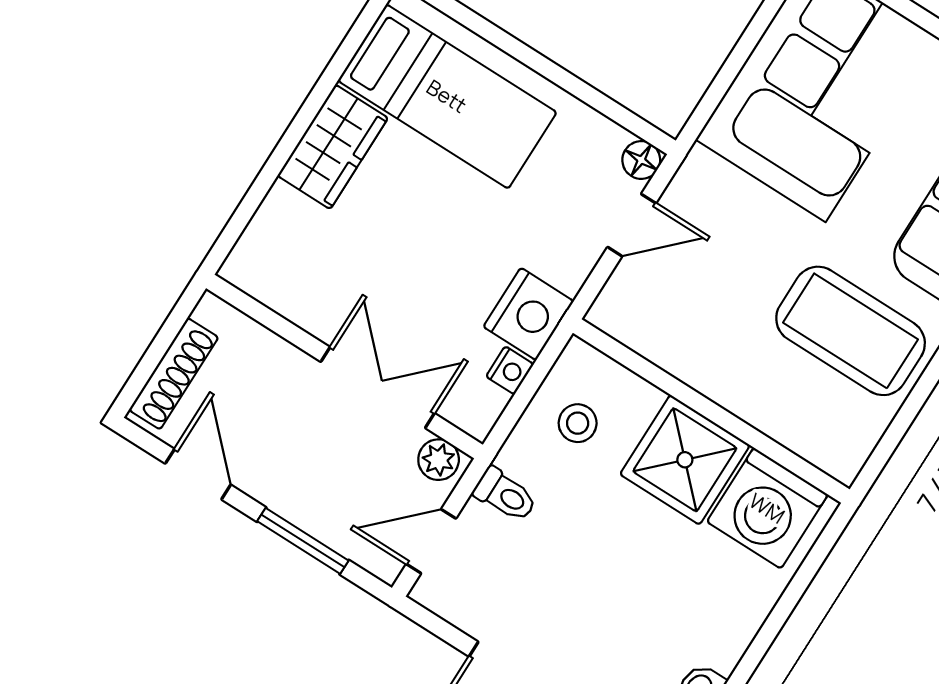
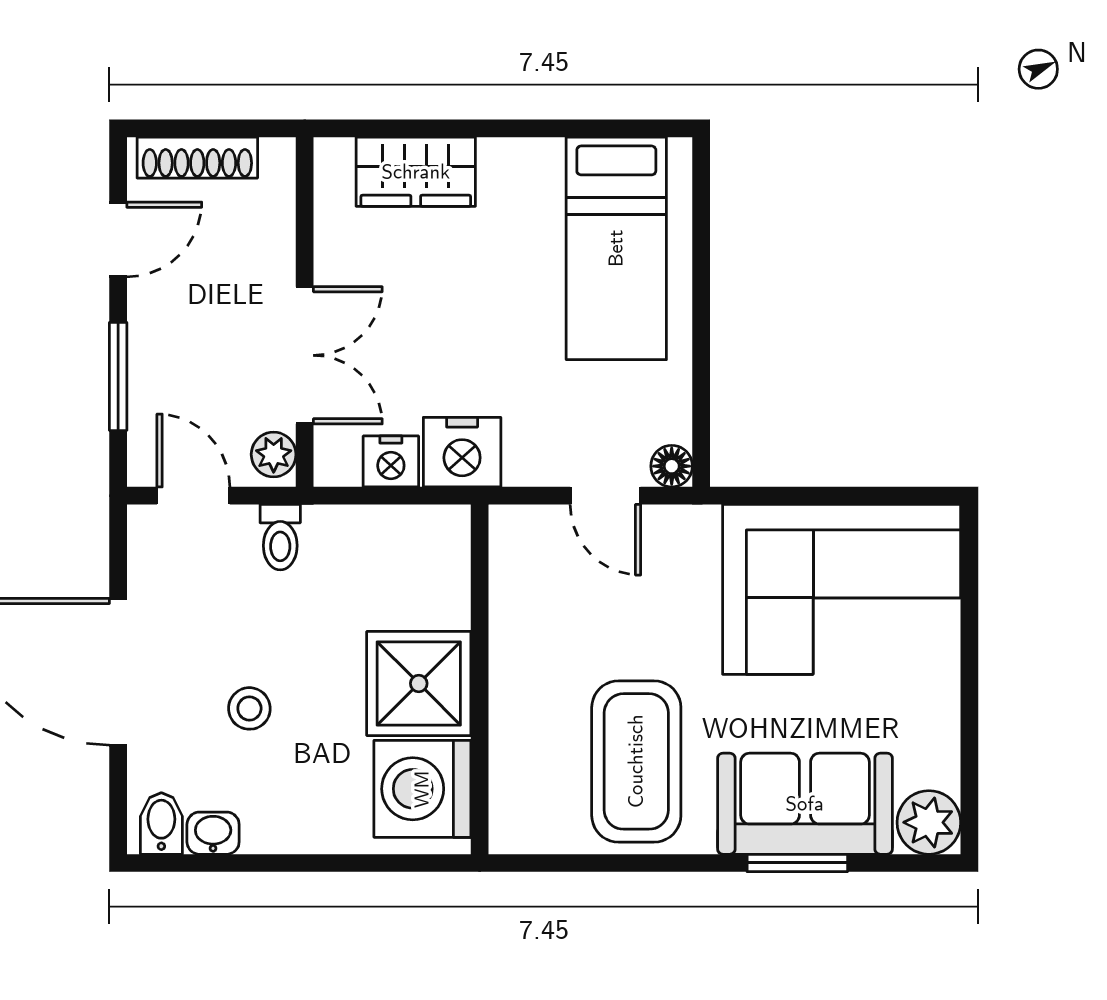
wardrobe: (333, 147) -> (416, 172), moved
nightstand: (510, 370) -> (391, 461), width x1.39, depth x1.35
stool: (578, 423) -> (249, 708), moved

